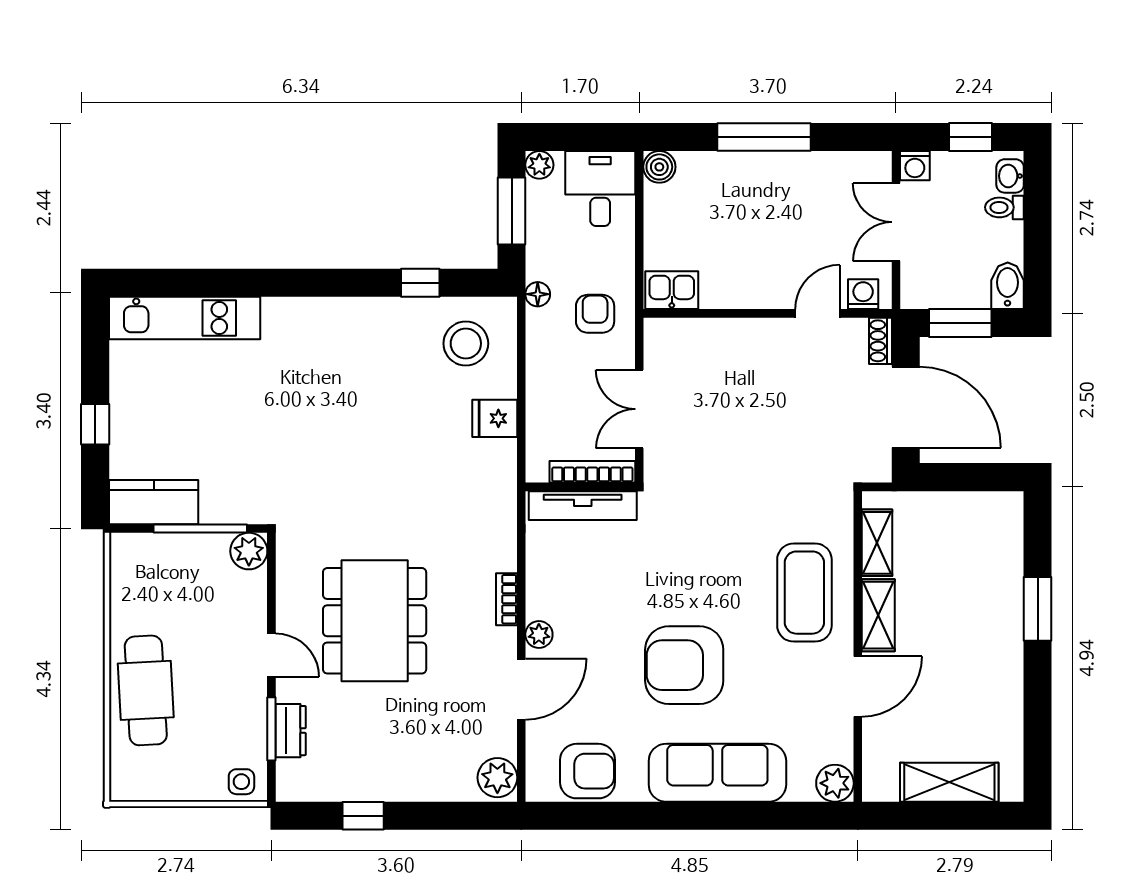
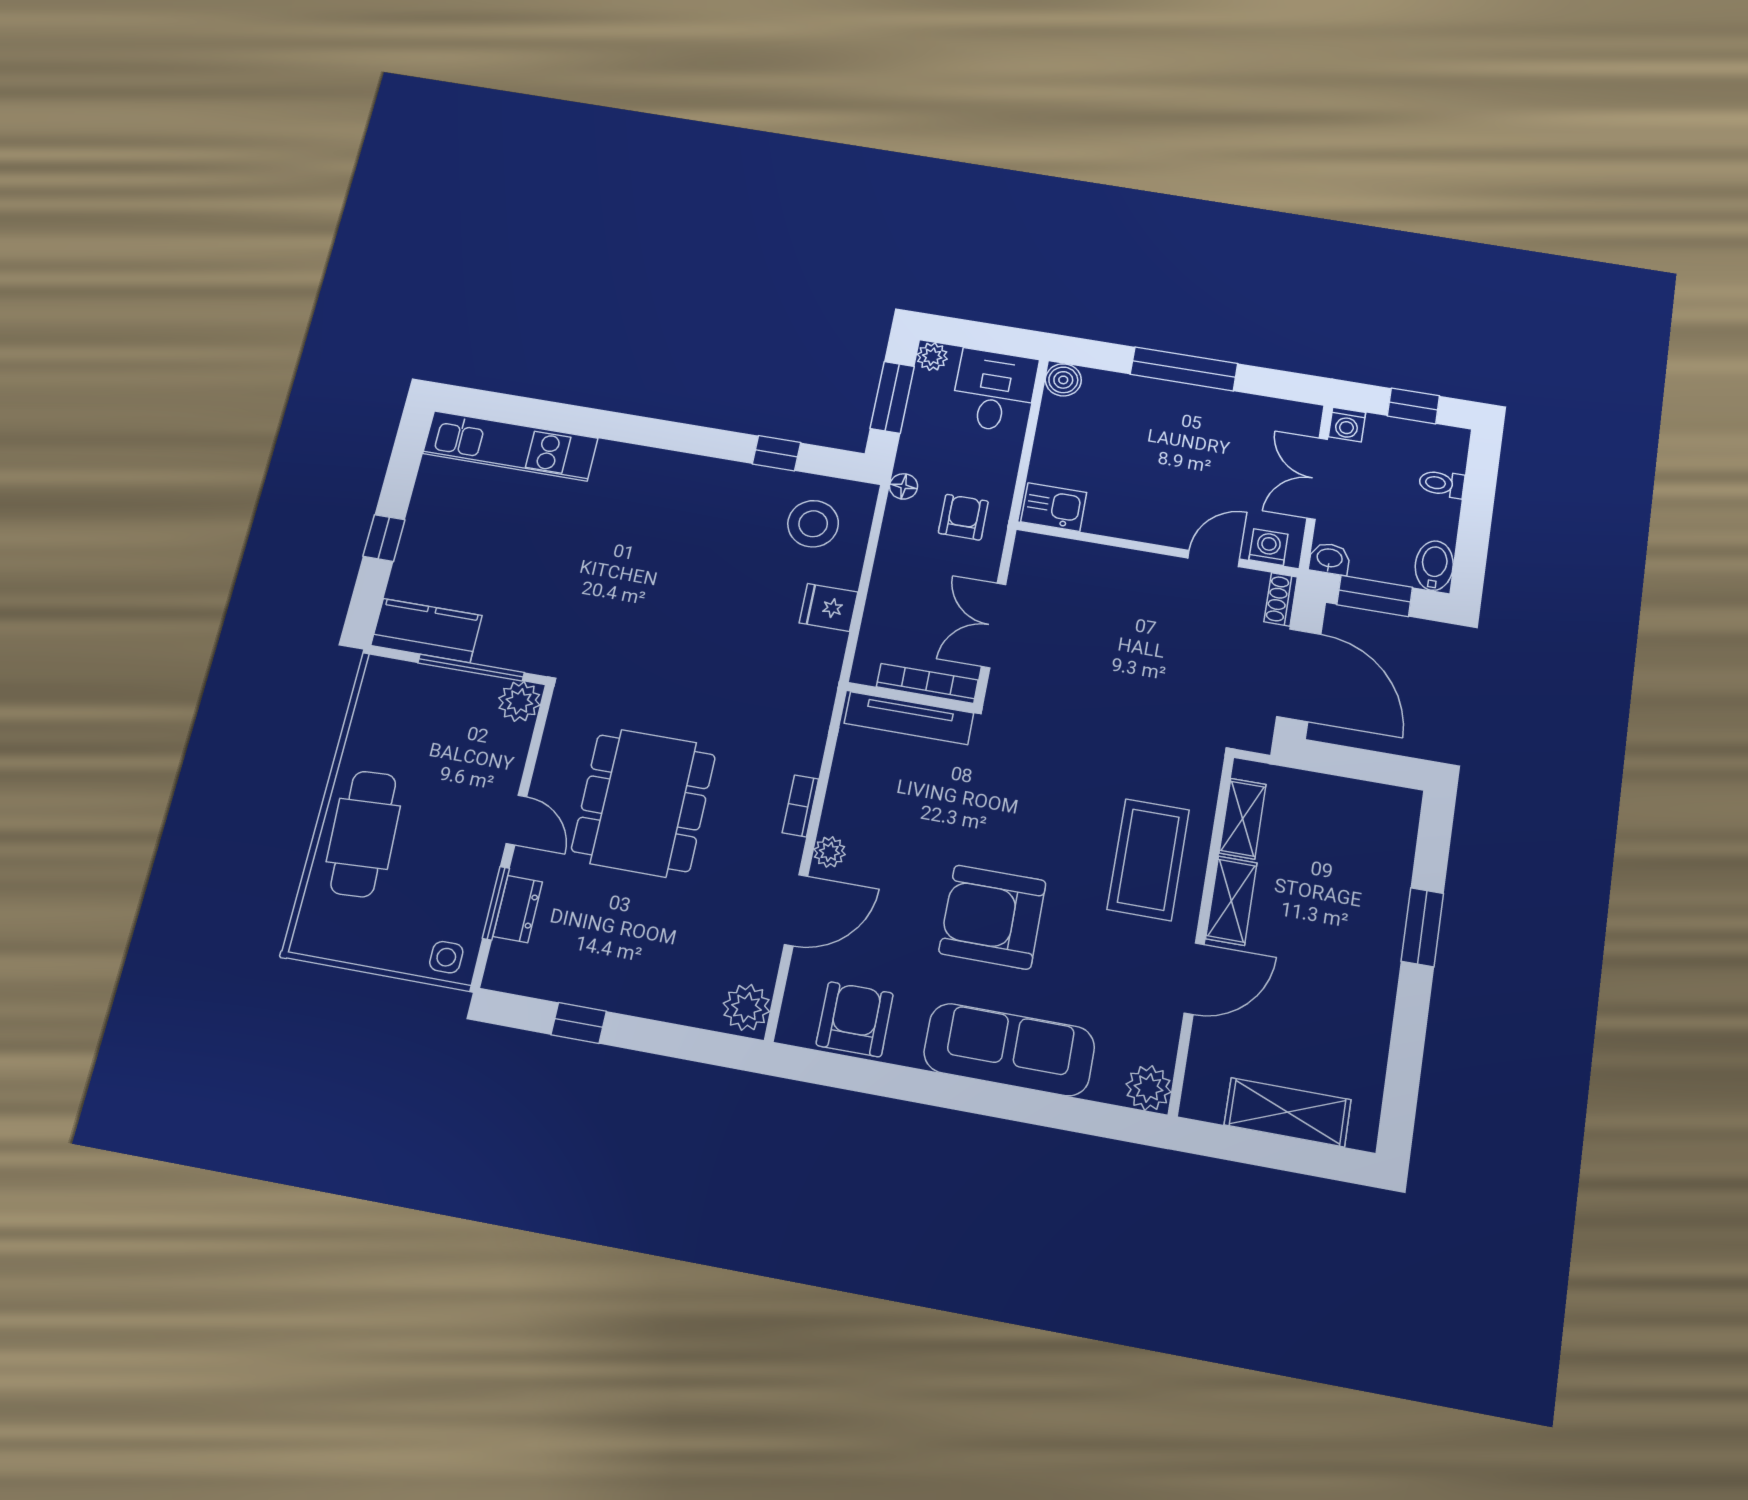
washbasin: (1010, 176) -> (1329, 559), moved, turned 90
armchair: (588, 771) -> (855, 1019), turned -90

